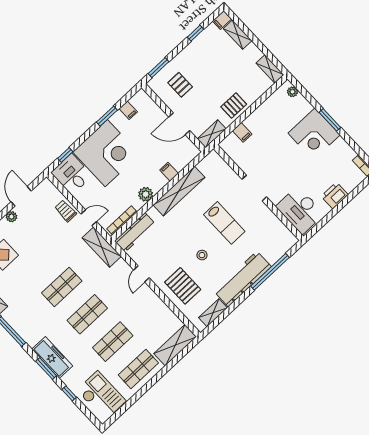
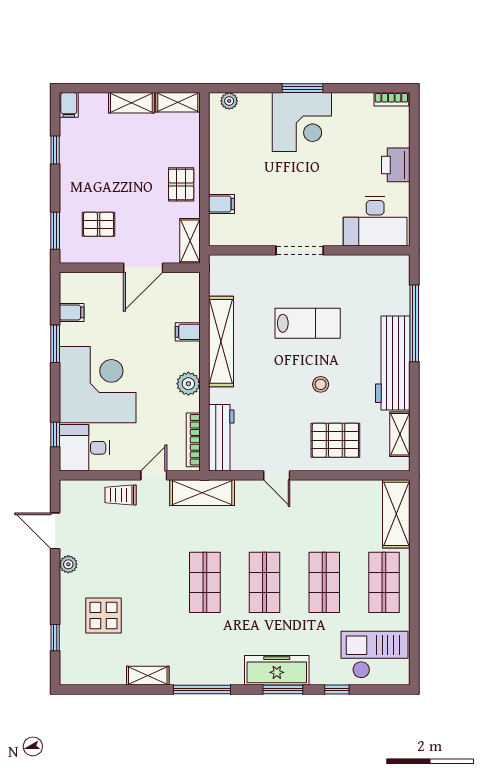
shelving: (238, 35) -> (131, 103), moved

